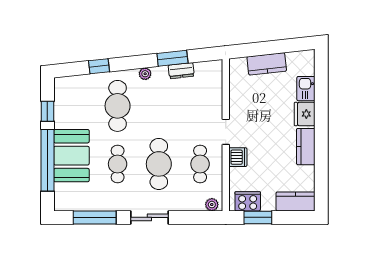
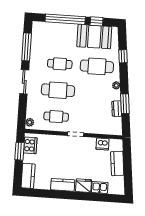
booth: (71, 156) -> (94, 37), moved
dishwasher: (238, 157) -> (102, 144), moved

